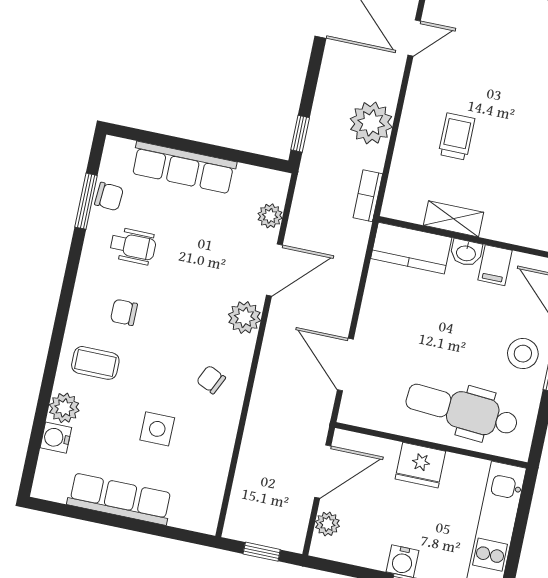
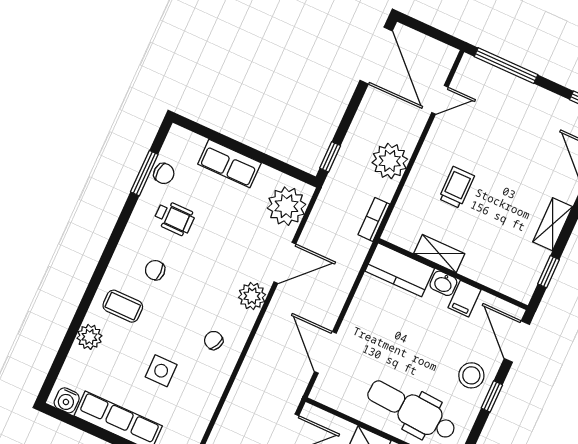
row of seats: (184, 168) -> (229, 163), width x0.68
plant: (270, 216) -> (286, 206), width x1.88, depth x1.88
water cooler: (56, 438) -> (67, 400), moved, turned -90

